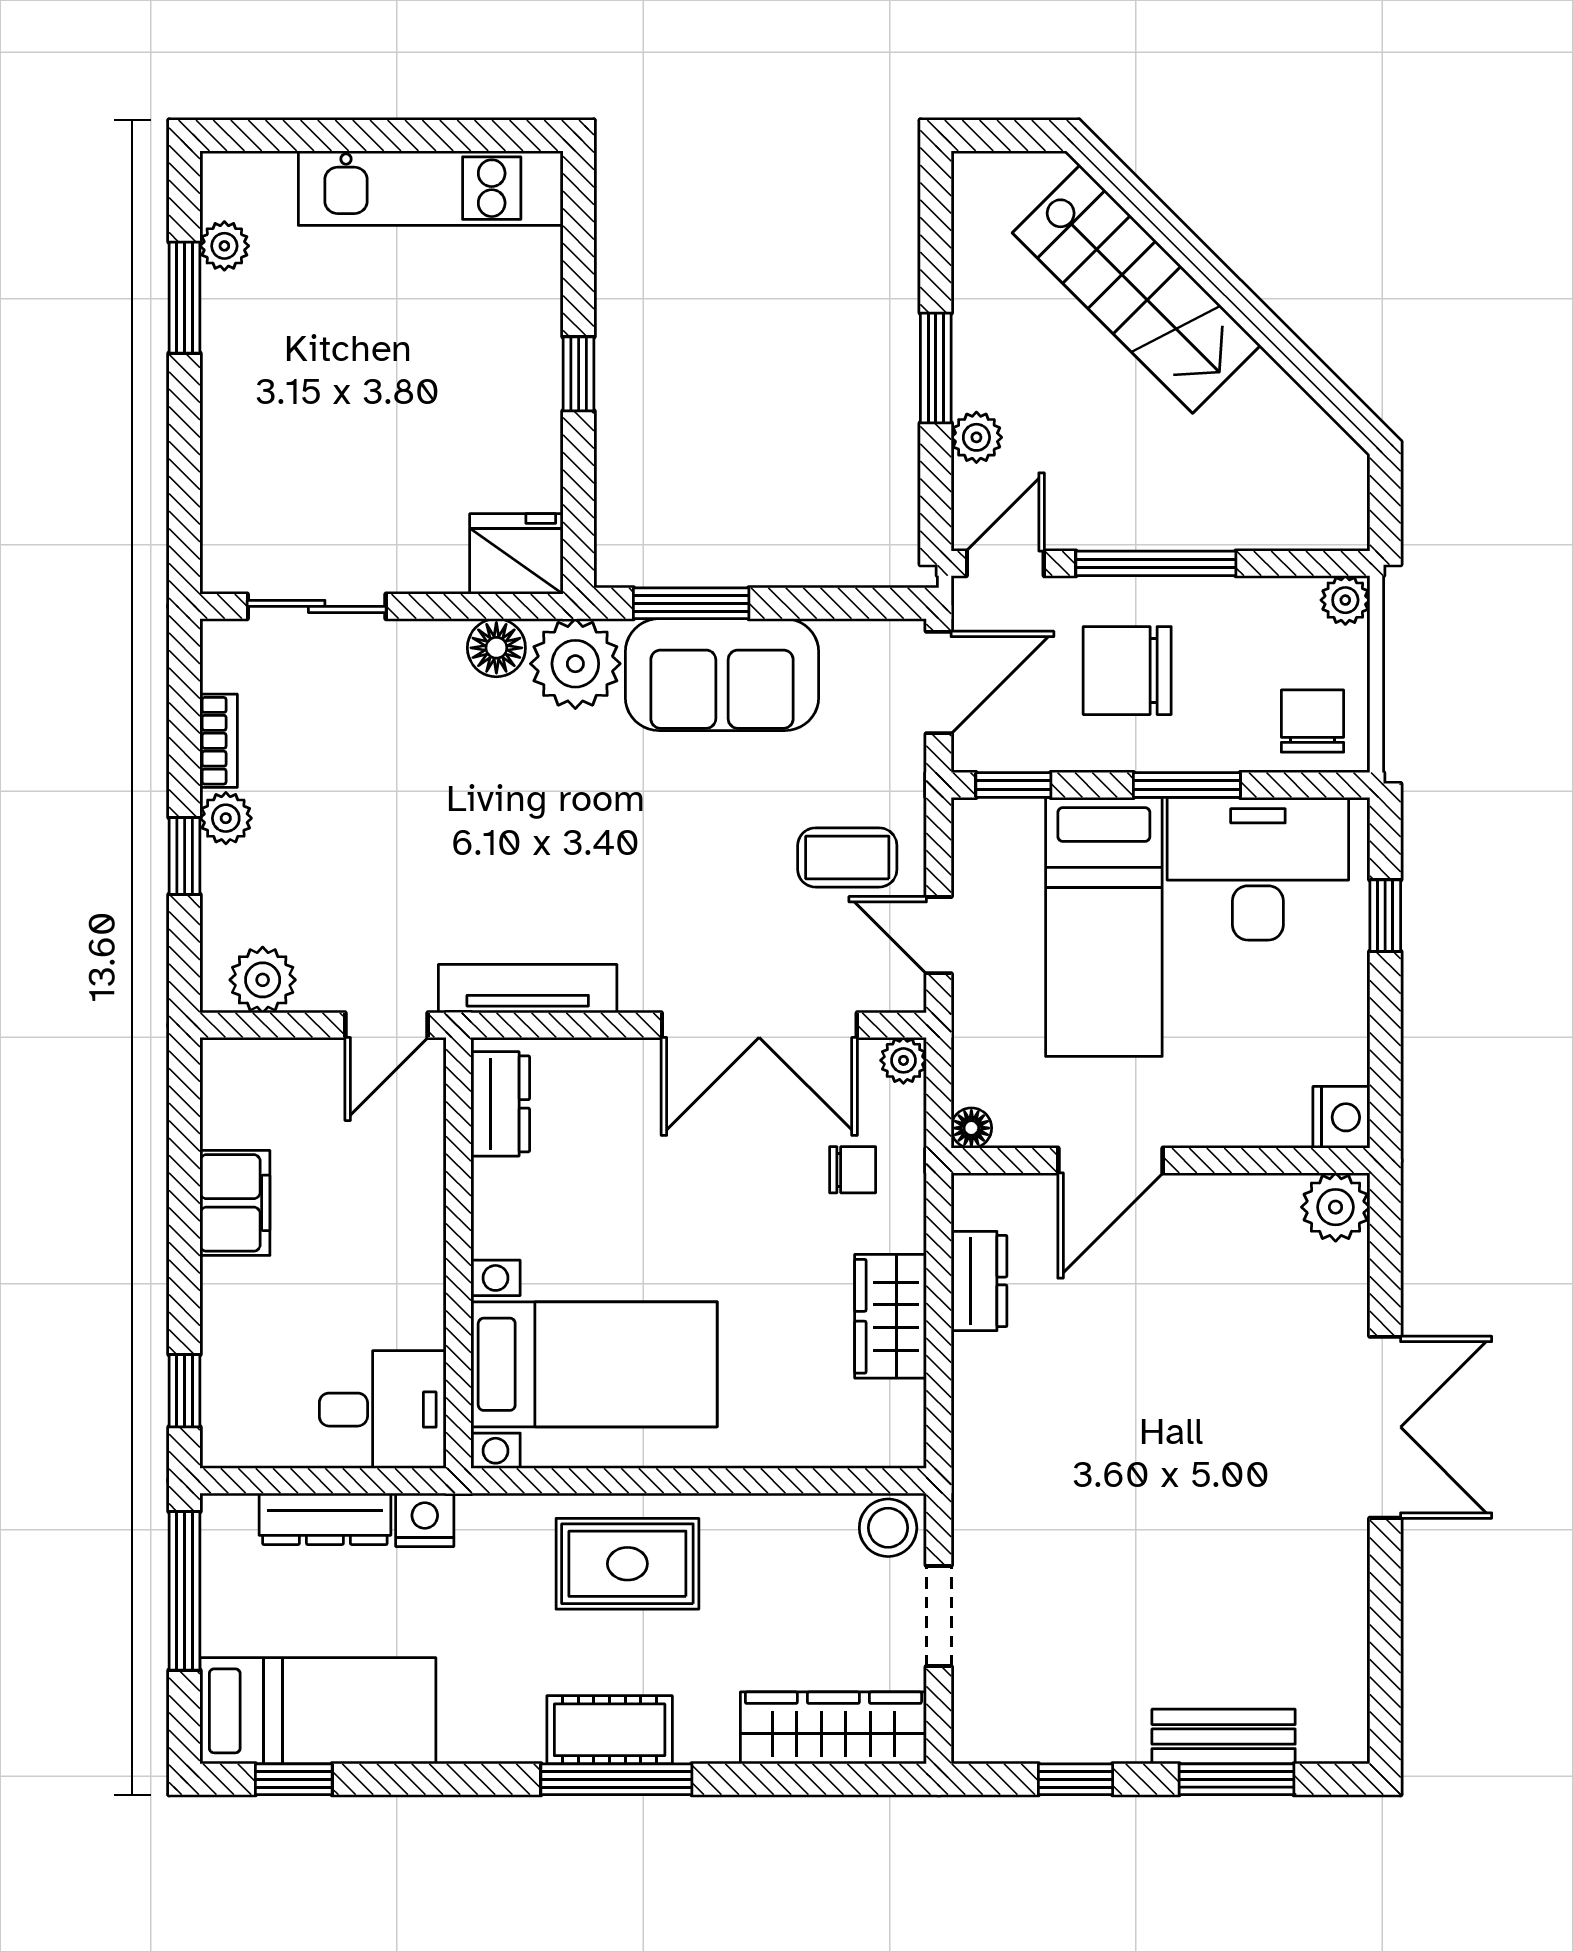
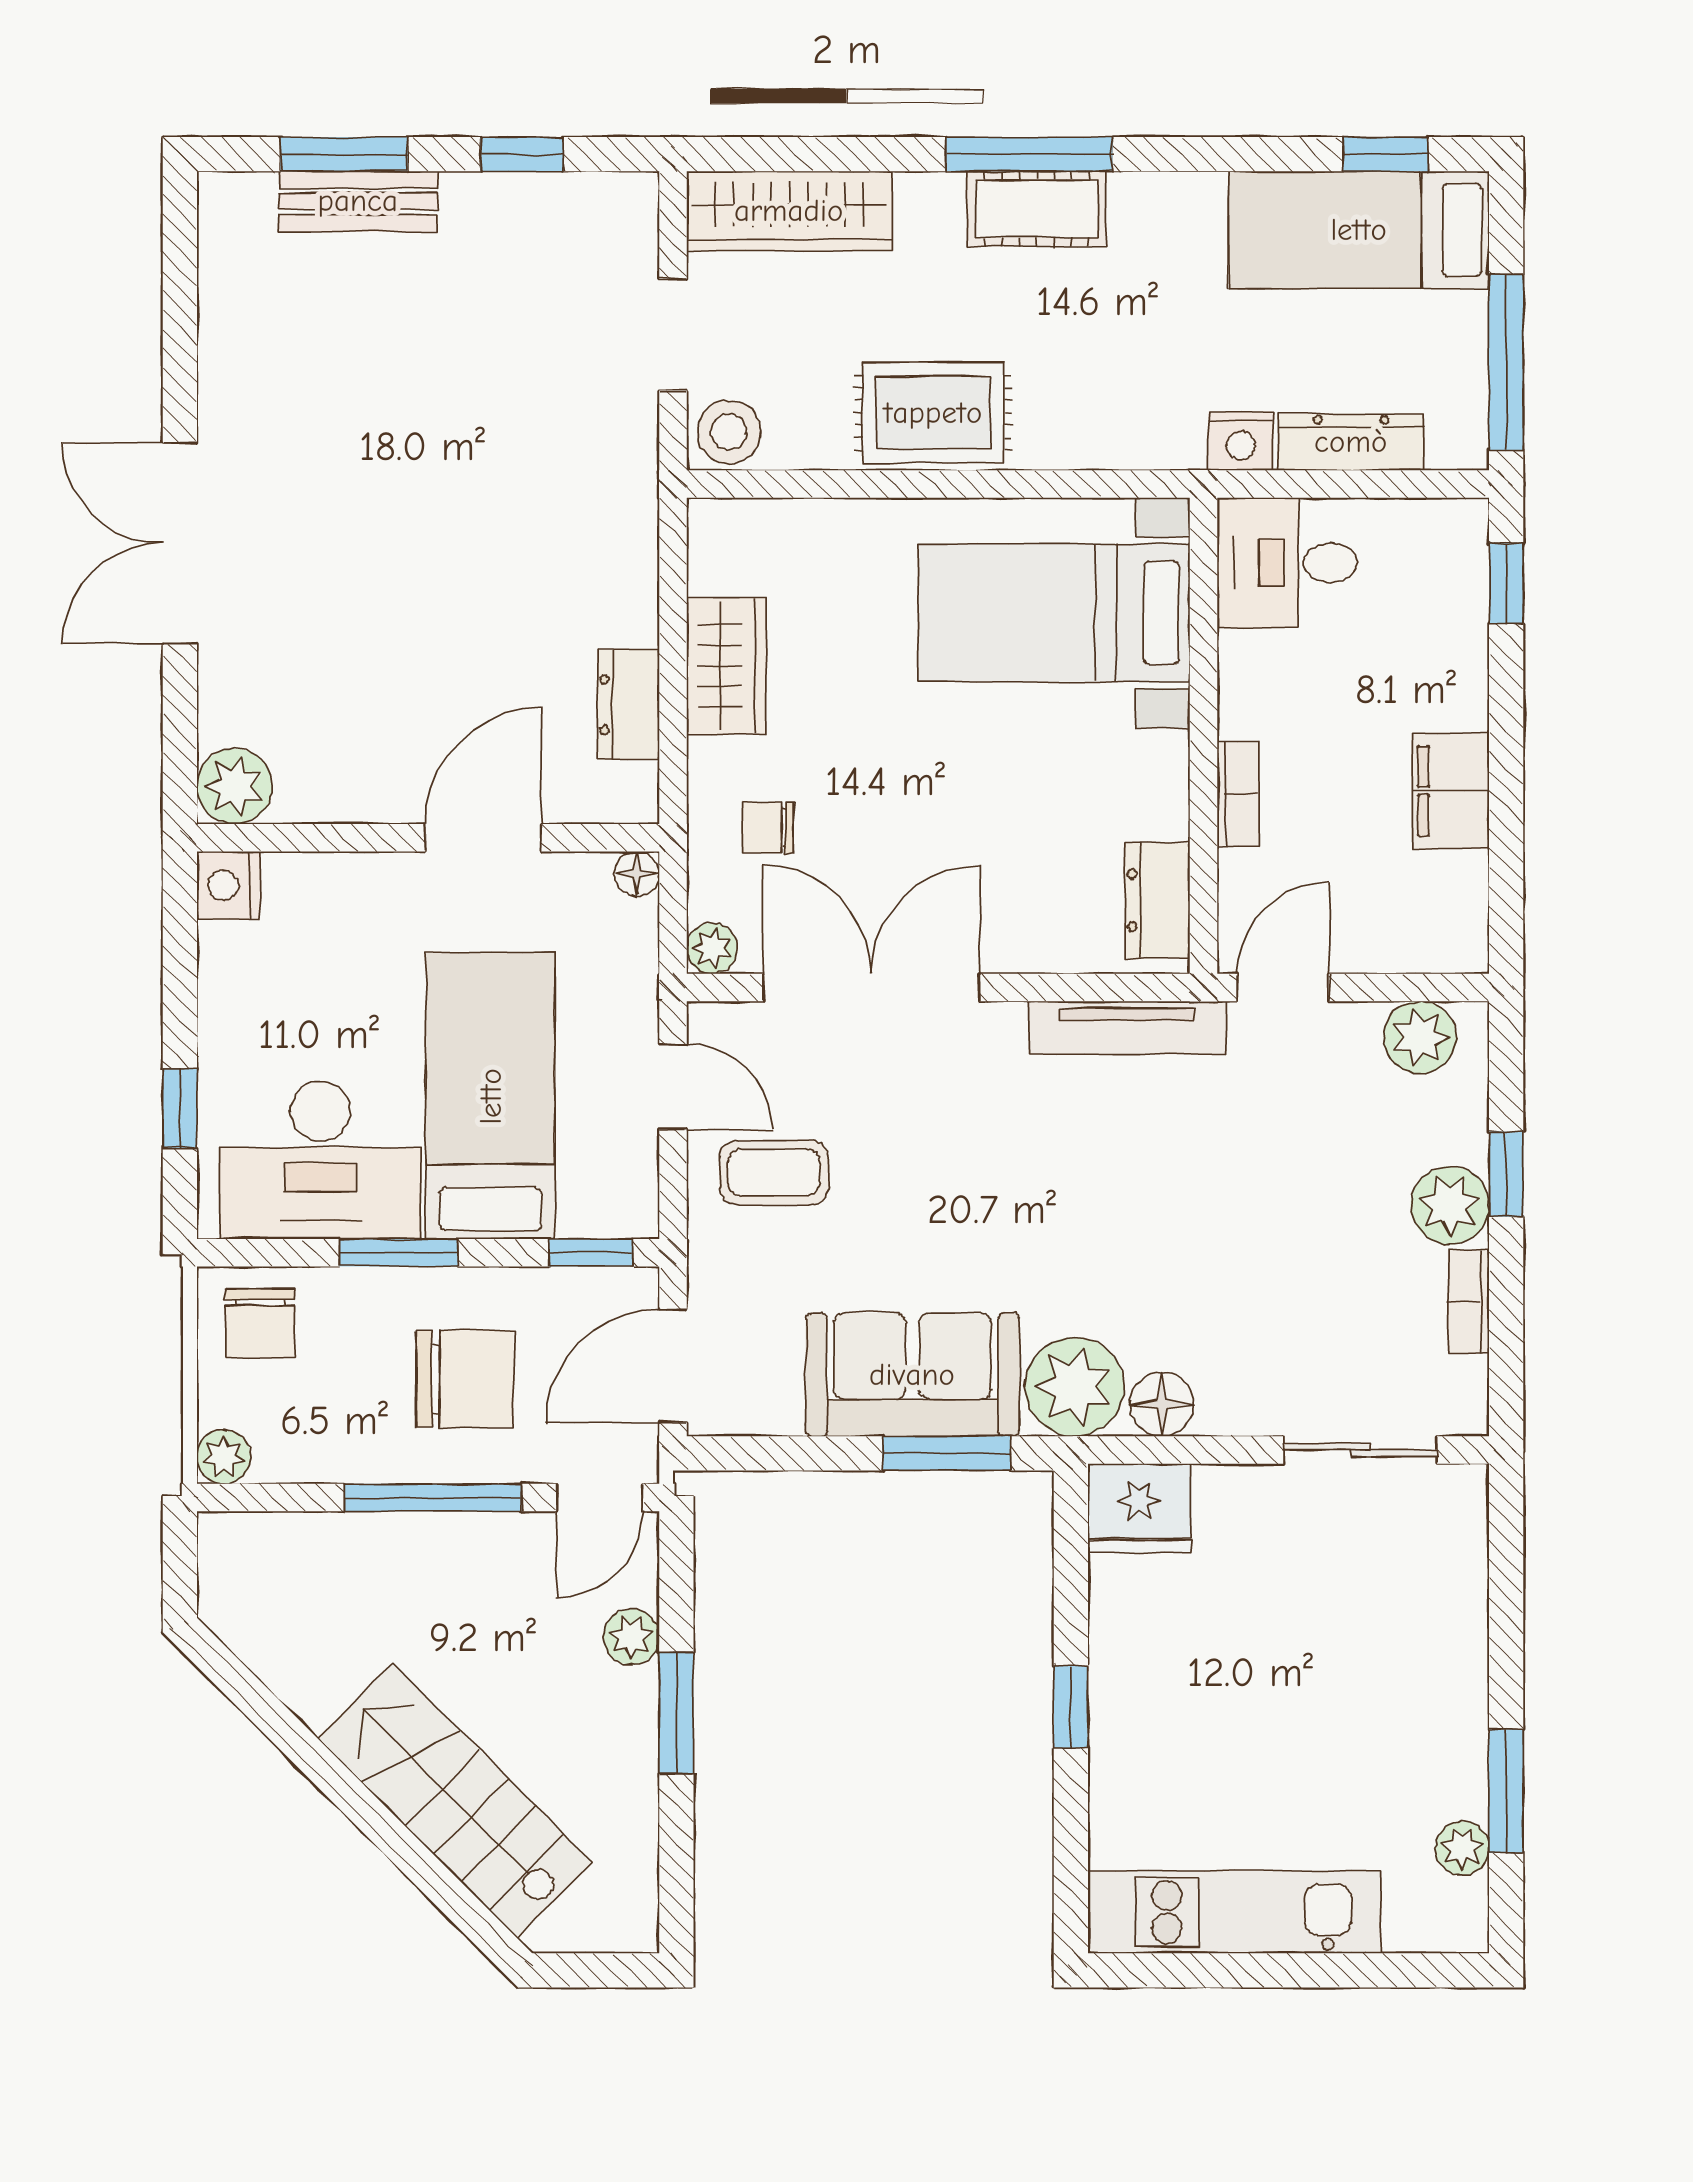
plant: (226, 818) -> (1450, 1205), width x1.38, depth x1.38
bookcase: (427, 1200) -> (1238, 794), added
rug: (627, 1564) -> (933, 413), moved

